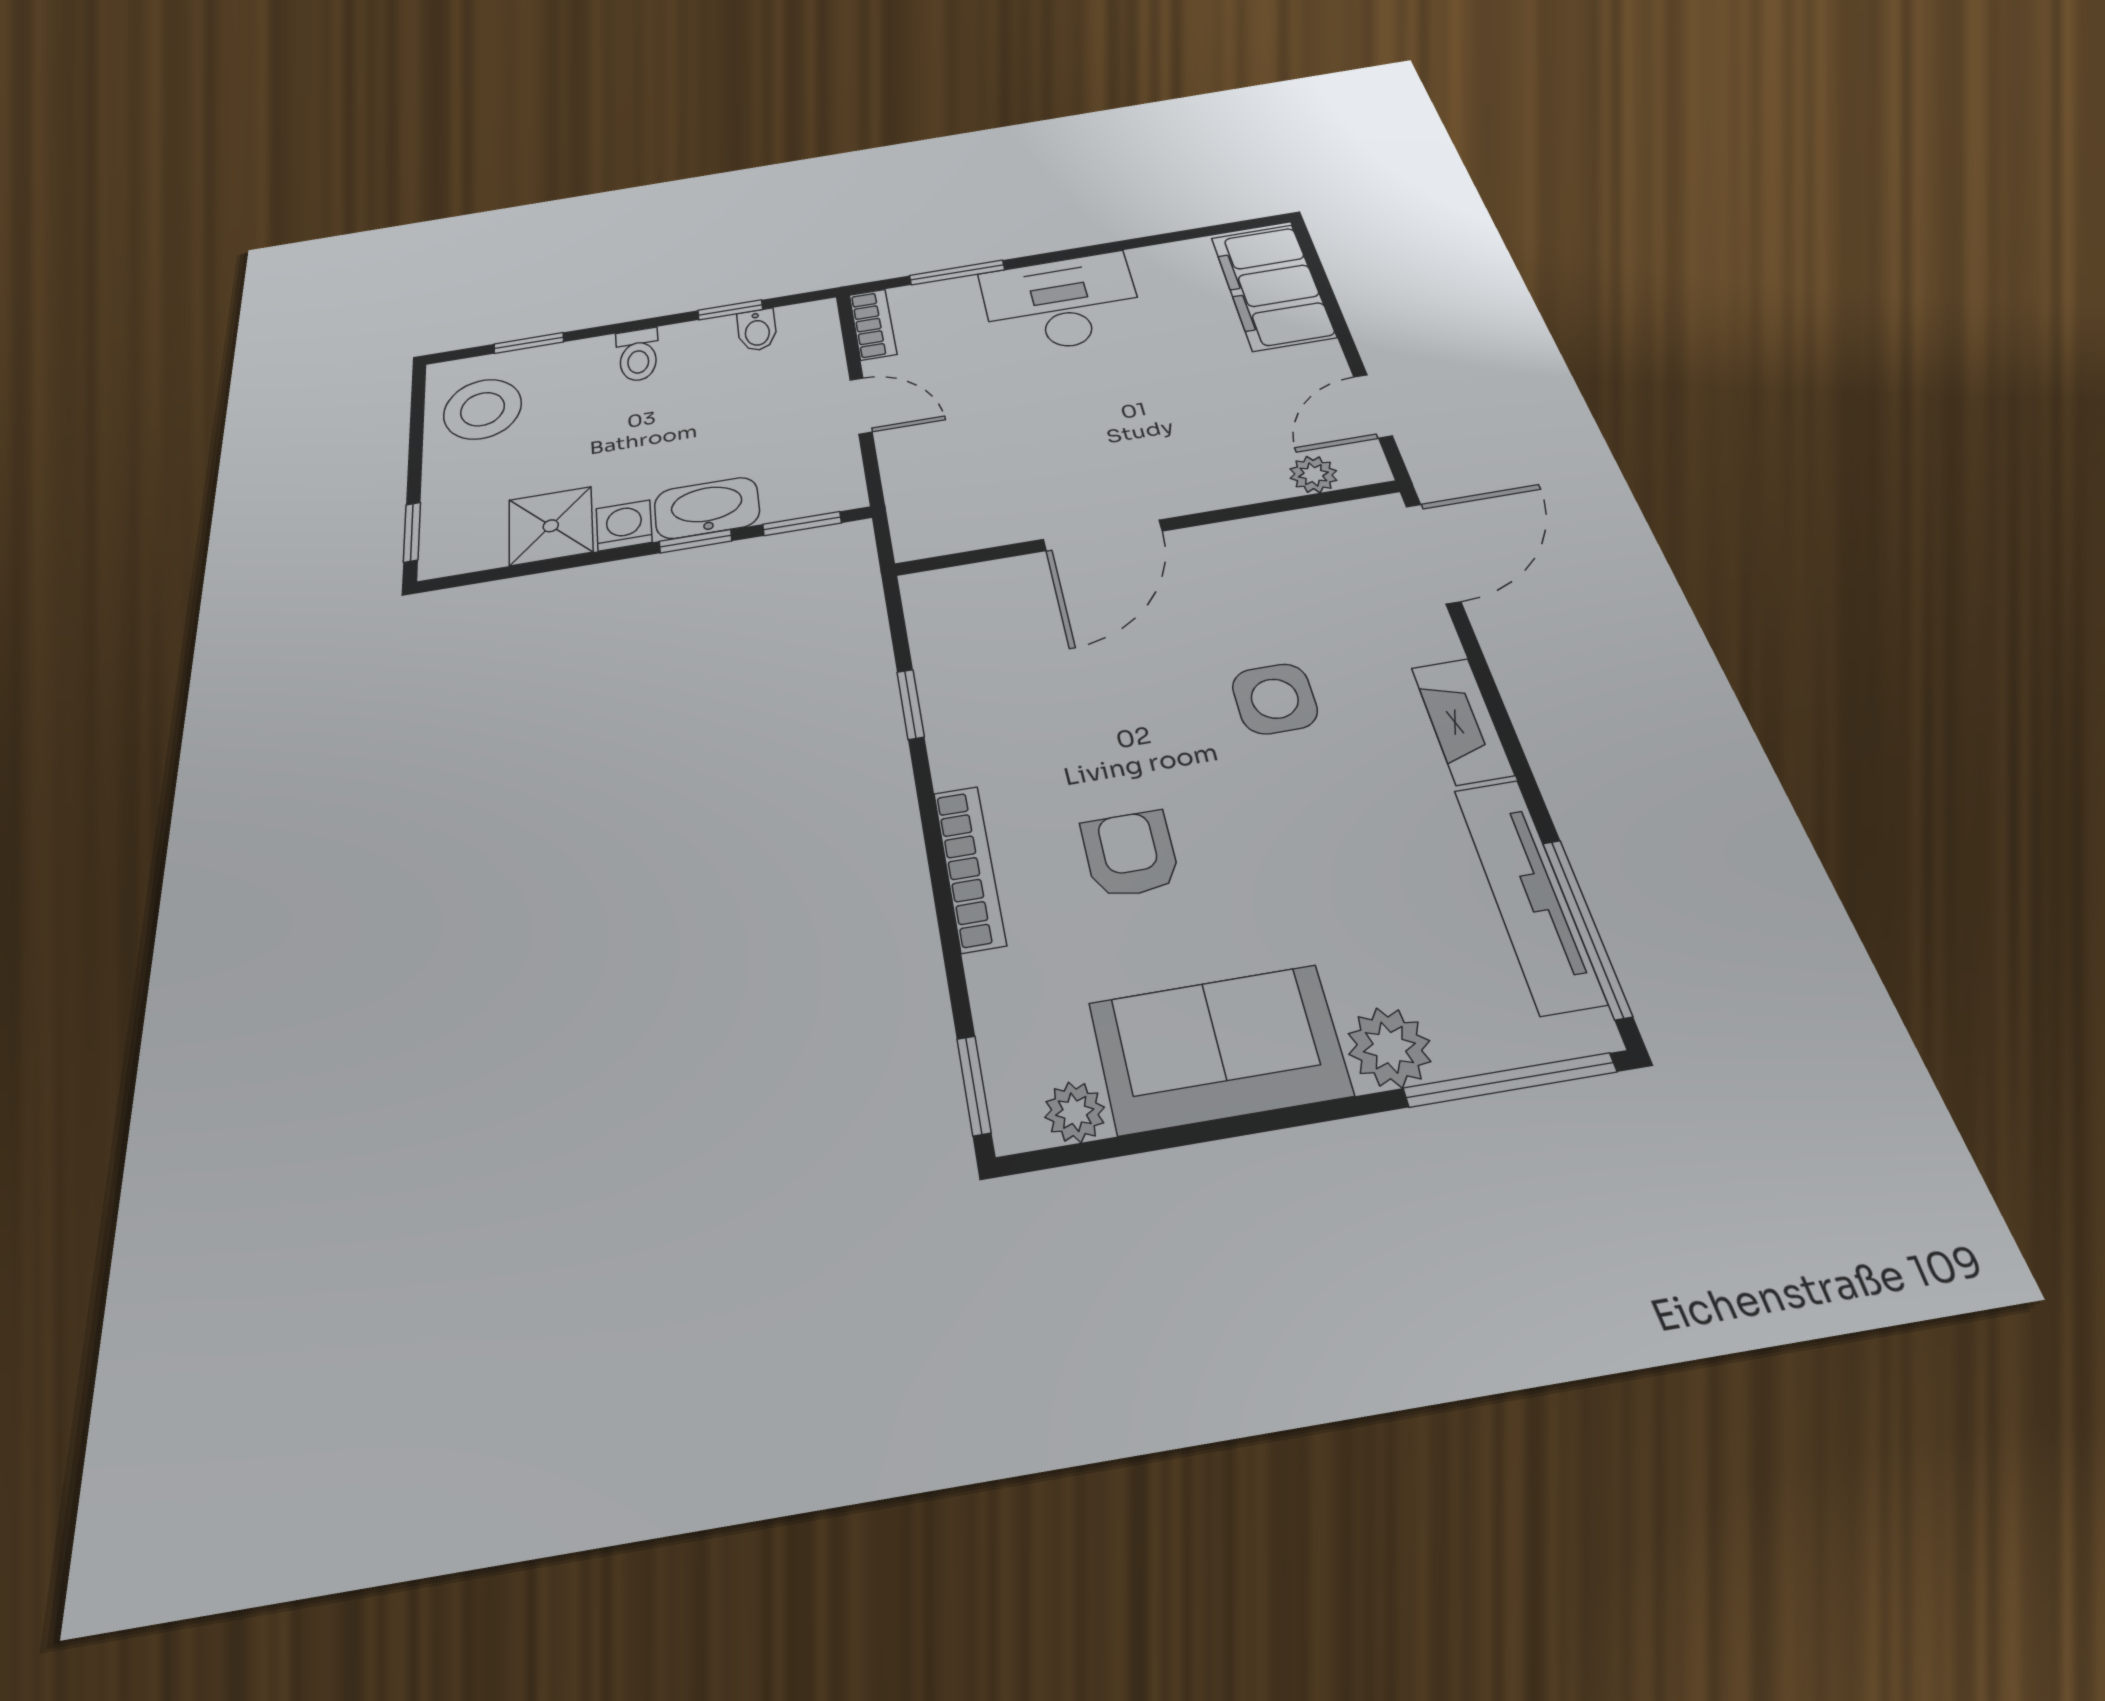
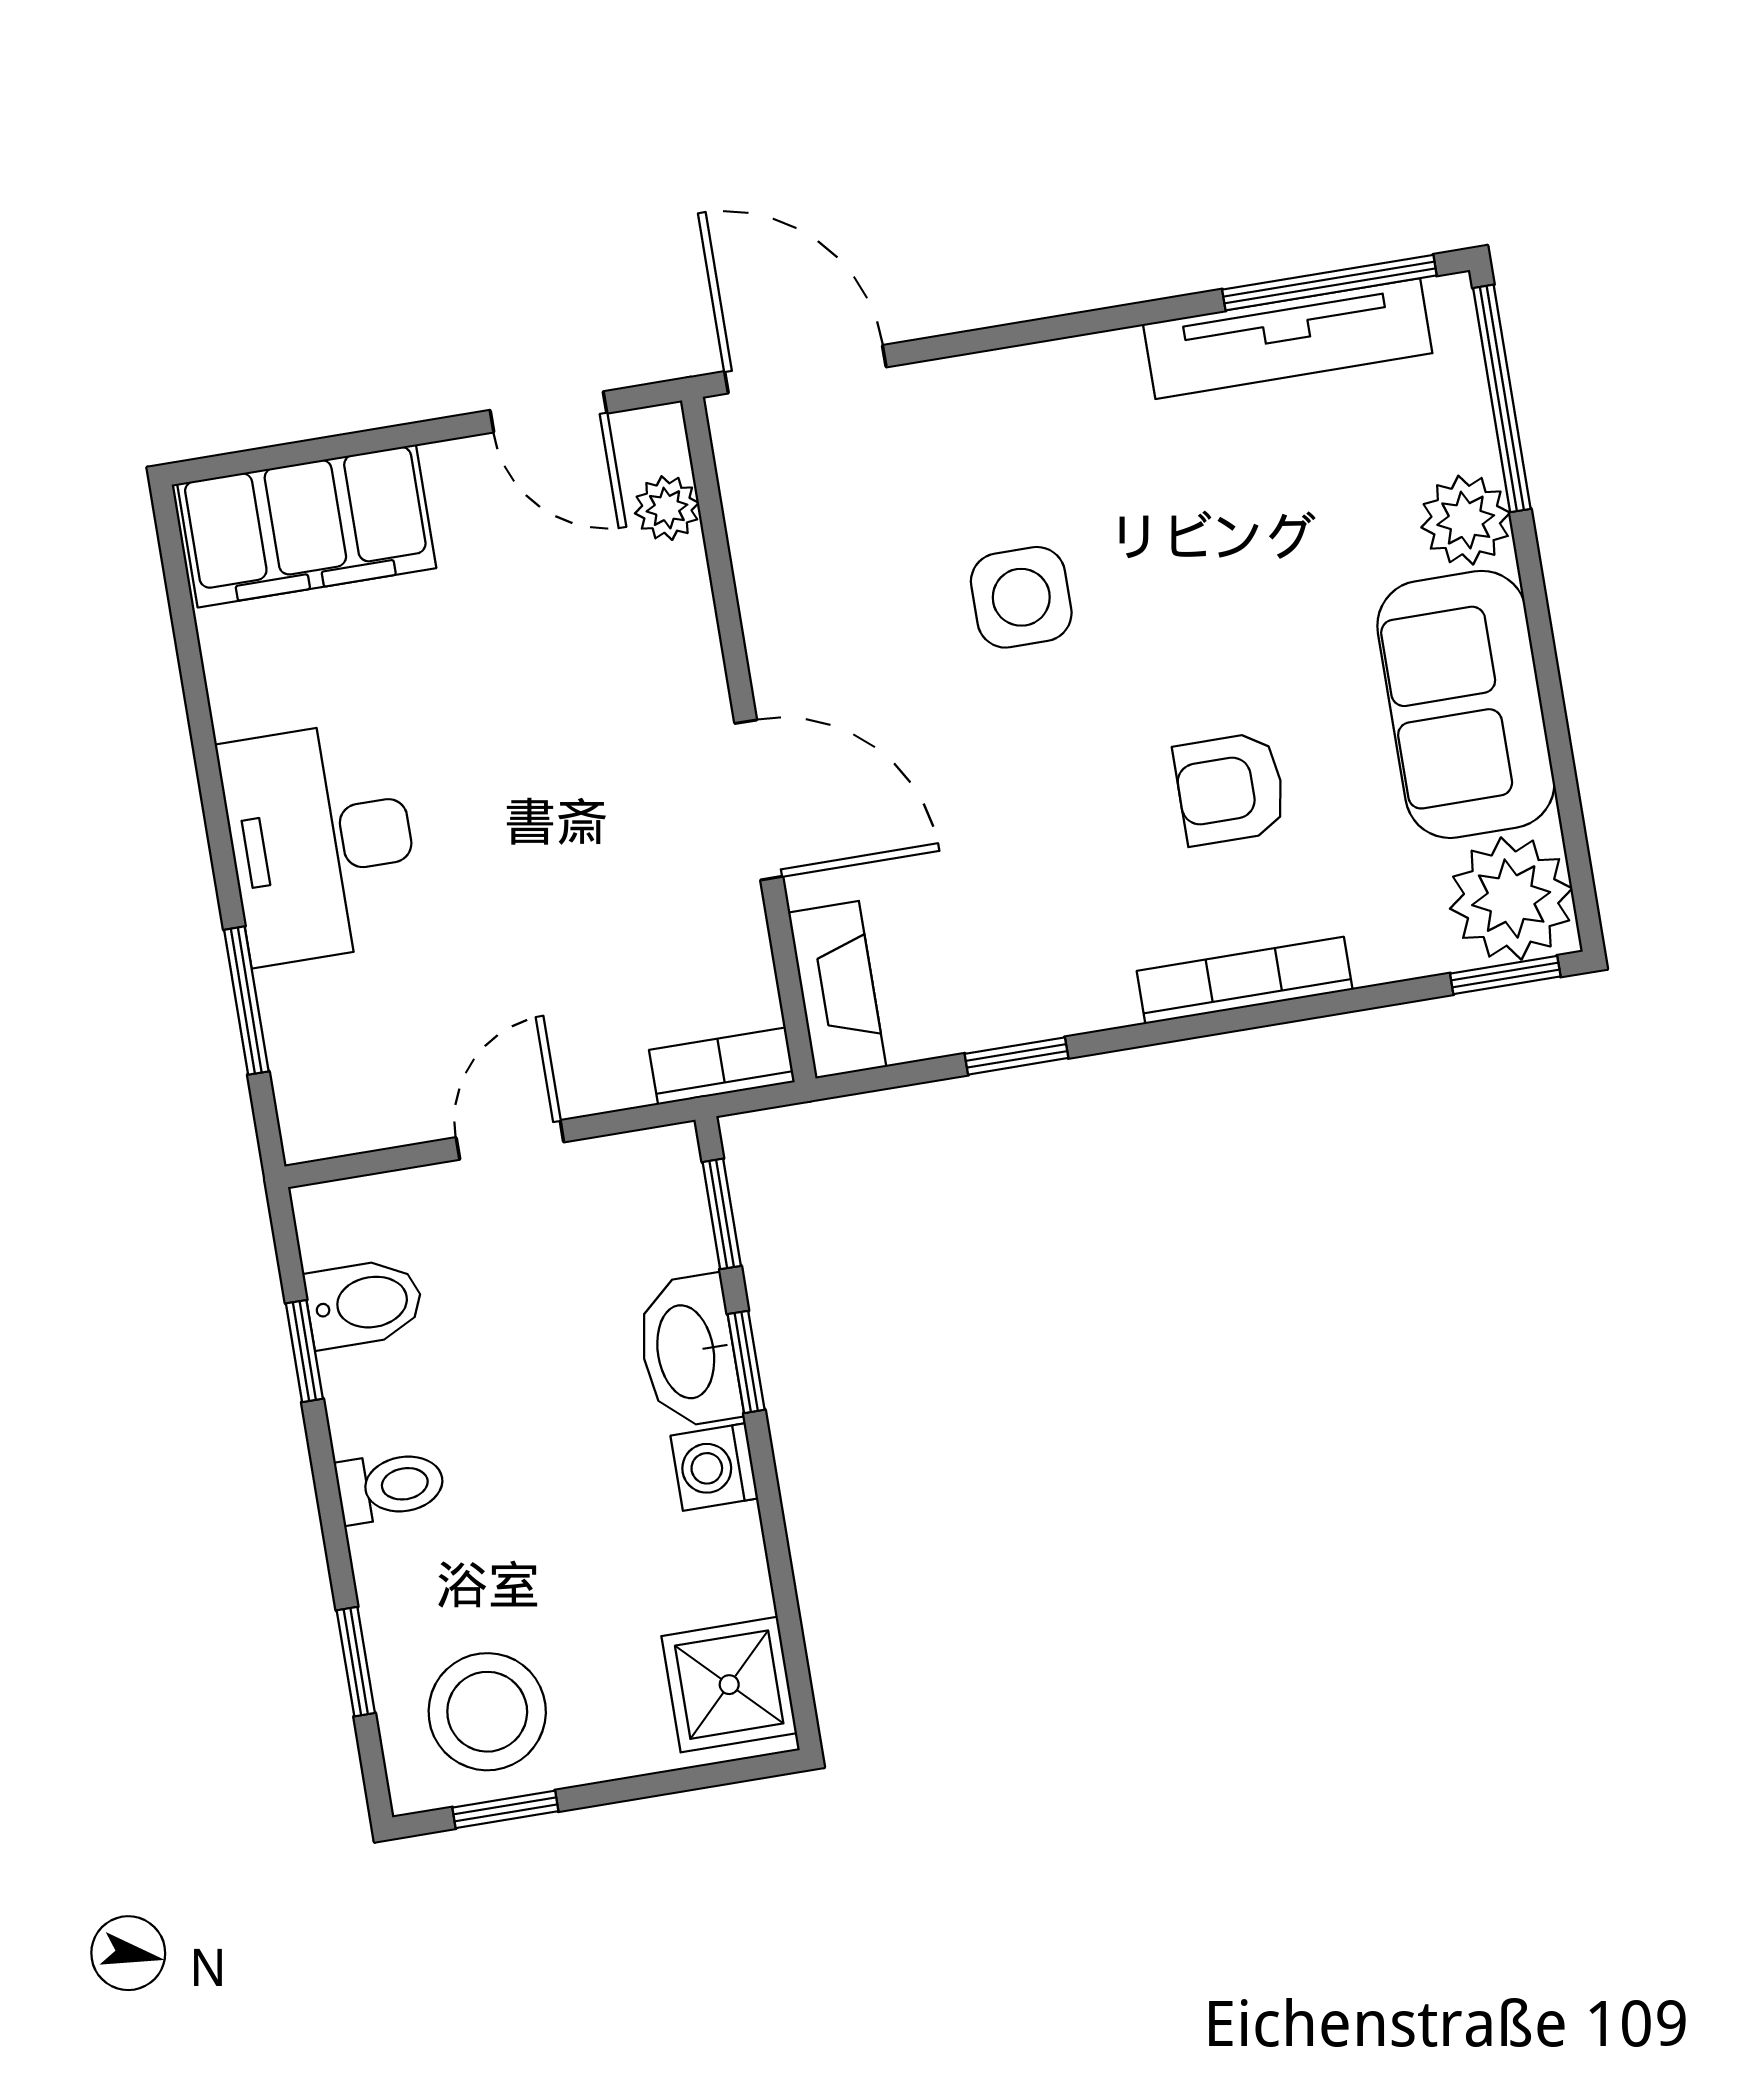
bookcase: (873, 324) -> (722, 1066), moved
bidet: (757, 330) -> (364, 1303), width x1.38, depth x1.36
shower: (551, 526) -> (729, 1685), moved
window: (412, 532) -> (505, 1809), moved
fireplace: (1462, 721) -> (837, 990), moved, turned -90
plant: (1075, 1112) -> (1511, 899), width x1.88, depth x1.88

